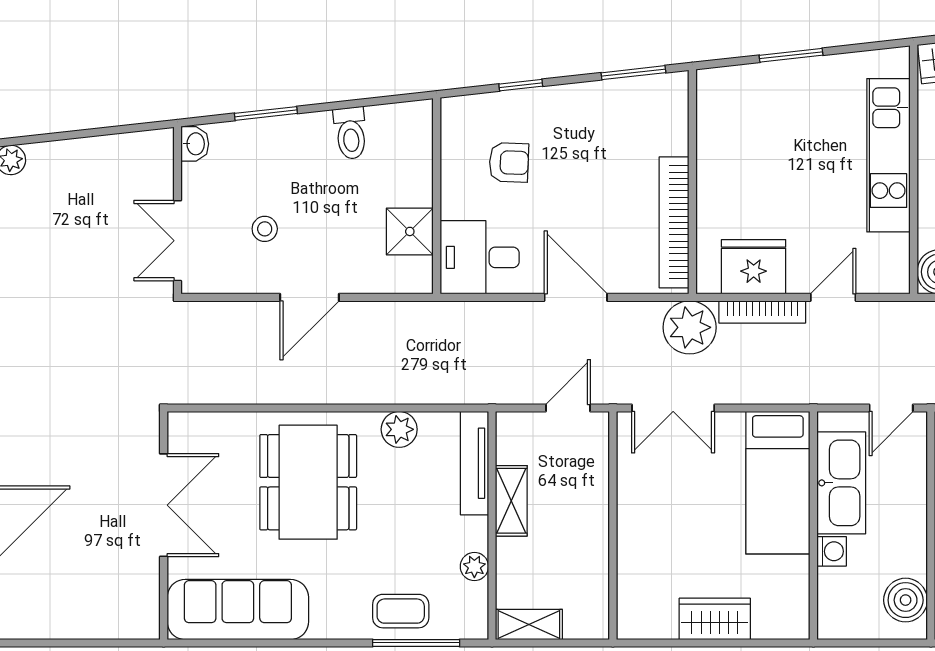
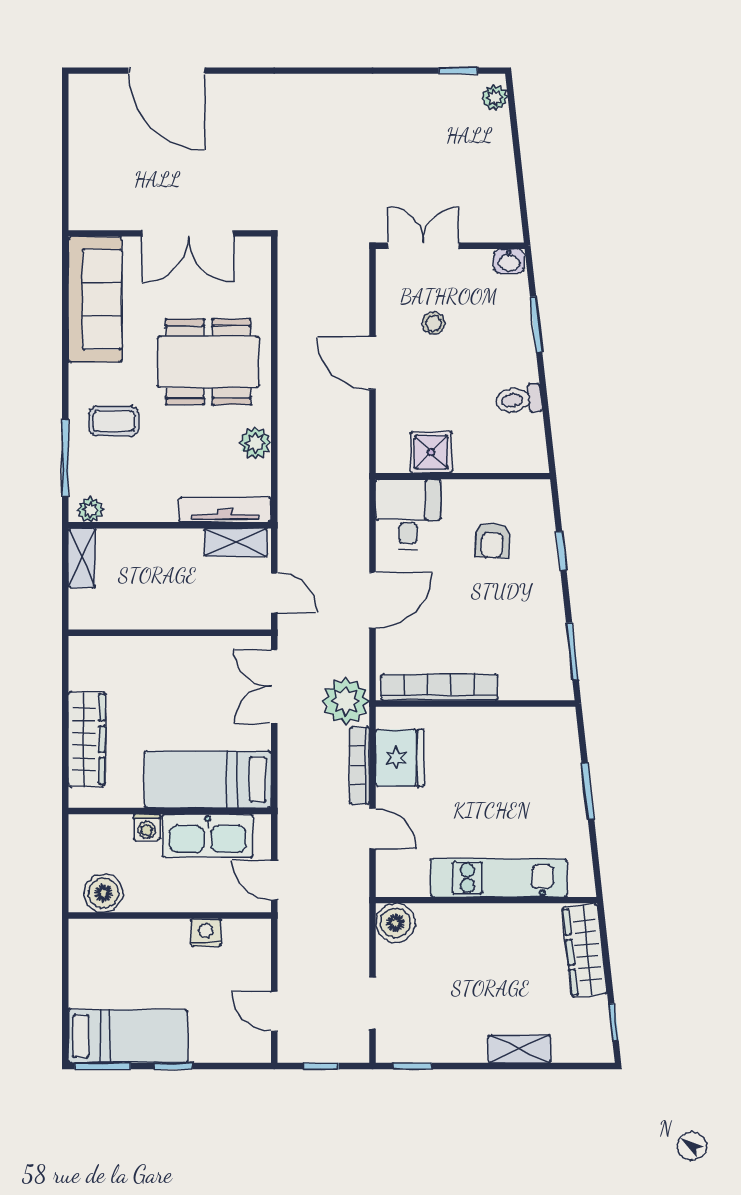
shelving: (511, 501) -> (236, 542), moved
plant: (474, 566) -> (90, 510), moved
coffee table: (401, 611) -> (114, 421), moved, turned 90
wardrobe: (715, 619) -> (87, 739), width x1.50

